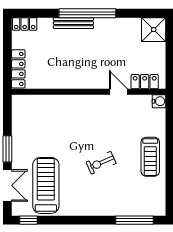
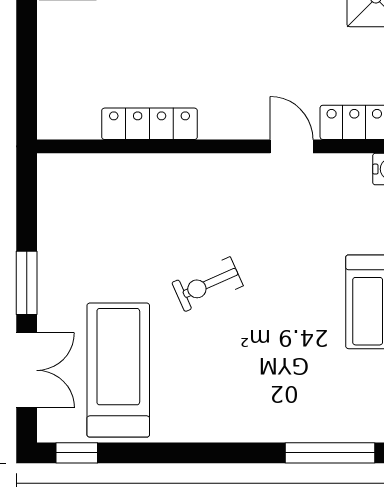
locker: (18, 69) -> (150, 124), moved, turned -90
exercise bike: (101, 163) -> (207, 284), moved

